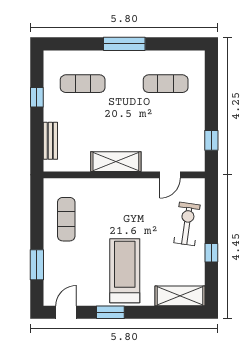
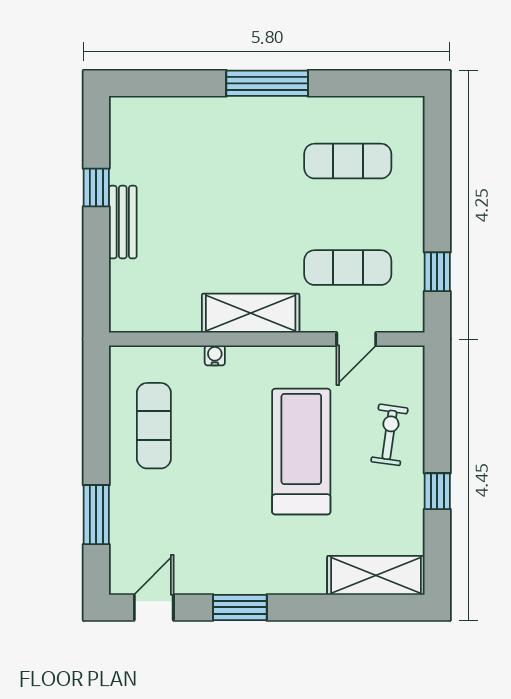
exercise mat: (83, 84) -> (348, 268), moved
bench: (50, 141) -> (123, 222), moved
water cooler: (97, 183) -> (215, 355), added
exercise bike: (187, 224) -> (389, 435), width x0.73, depth x0.72
treadmill: (125, 271) -> (301, 452), moved

